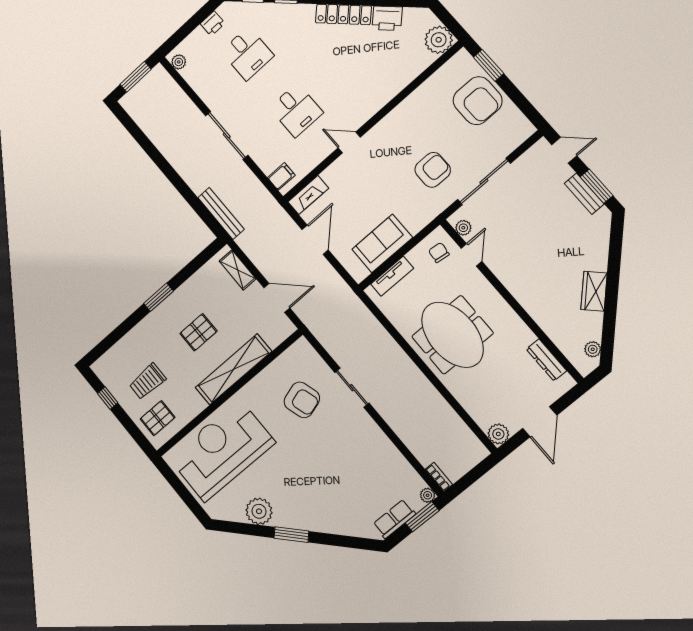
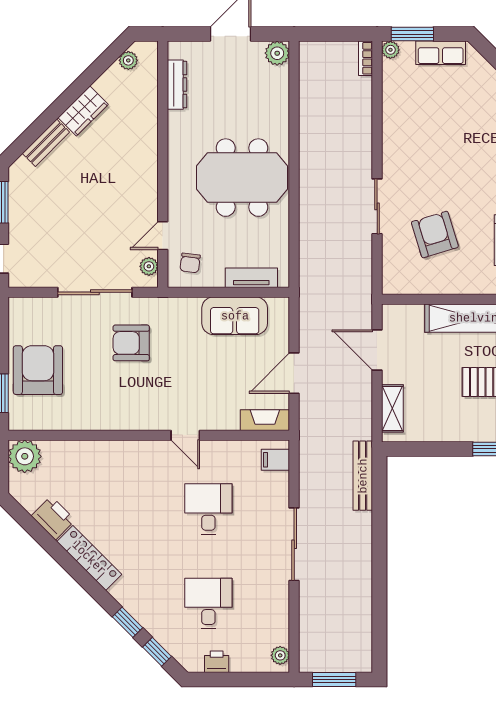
bench: (584, 194) -> (46, 143), moved, turned 45
meeting table: (452, 335) -> (242, 178), turned 90

